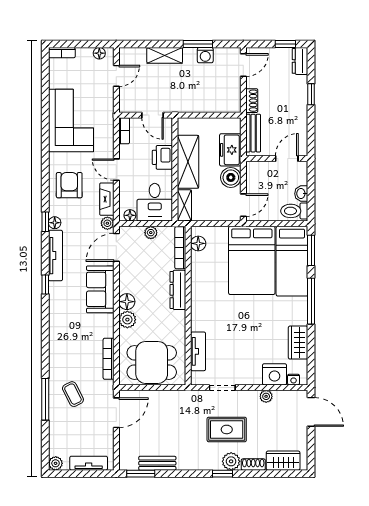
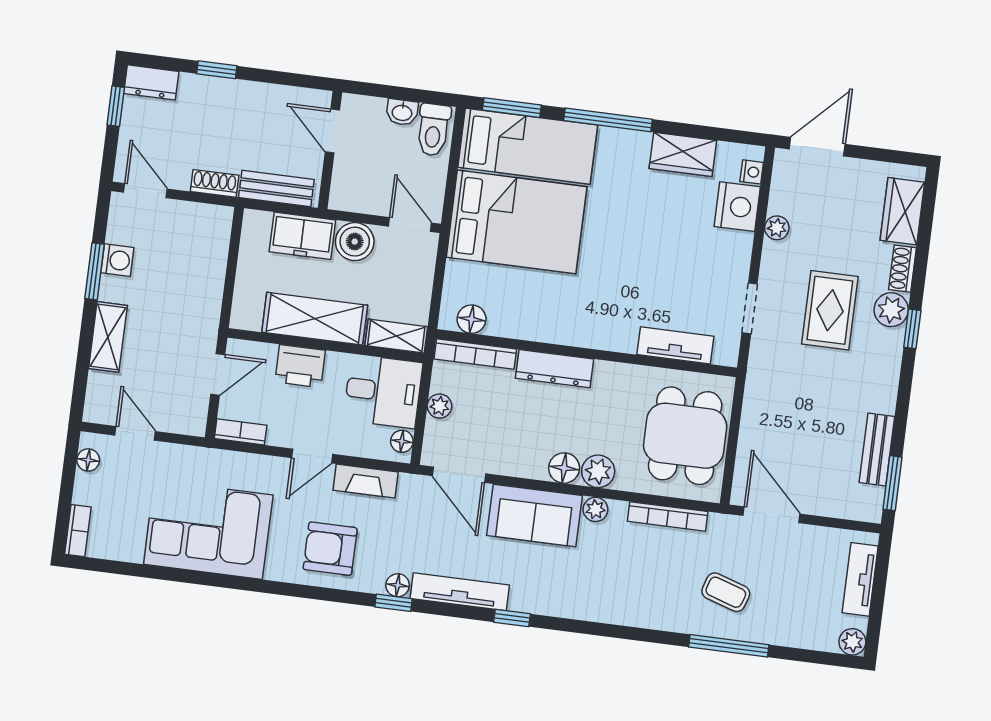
plant: (107, 223) -> (595, 509), moved
coffee table: (73, 394) -> (726, 592), turned 45

